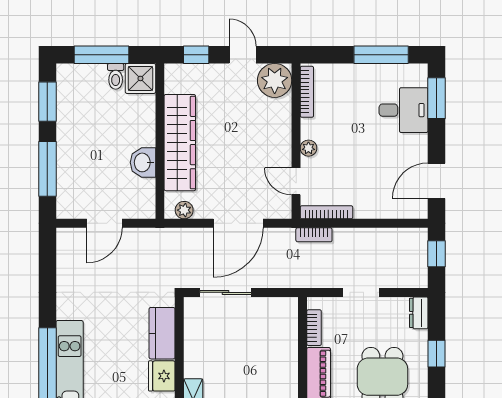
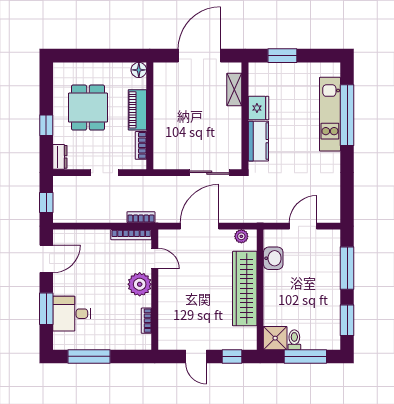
plant: (275, 80) -> (171, 337), removed
bookcase: (307, 92) -> (146, 321), width x0.64
window: (436, 98) -> (46, 309), moved
plant: (308, 148) -> (140, 284), width x1.88, depth x1.88
washbasin: (143, 162) -> (273, 258), moved

